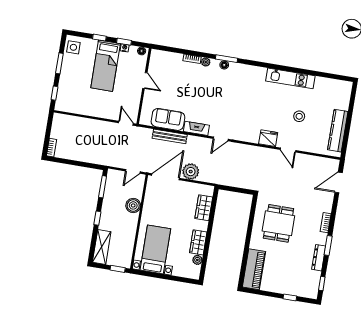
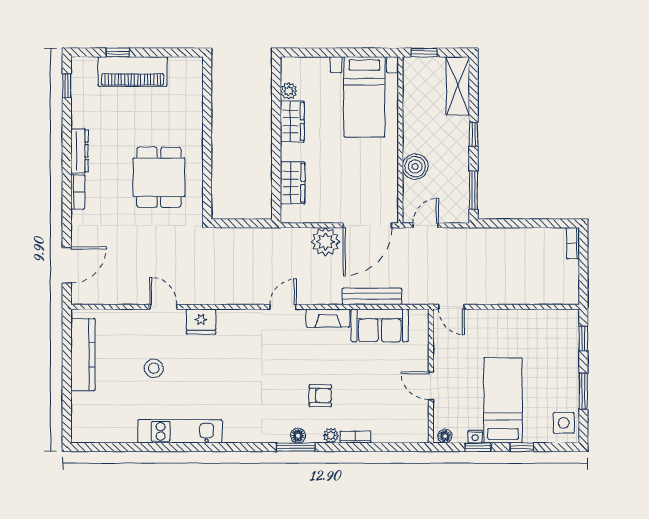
armchair: (208, 85) -> (320, 396), added
window: (328, 245) -> (67, 153), removed
dresser: (319, 258) -> (80, 151), moved
piano: (254, 269) -> (133, 72), moved, turned -90

